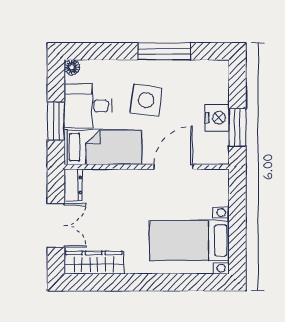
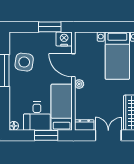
side table: (146, 100) -> (24, 62), moved
nightstand: (217, 118) -> (64, 39), moved
plant: (142, 177) -> (79, 84), added

